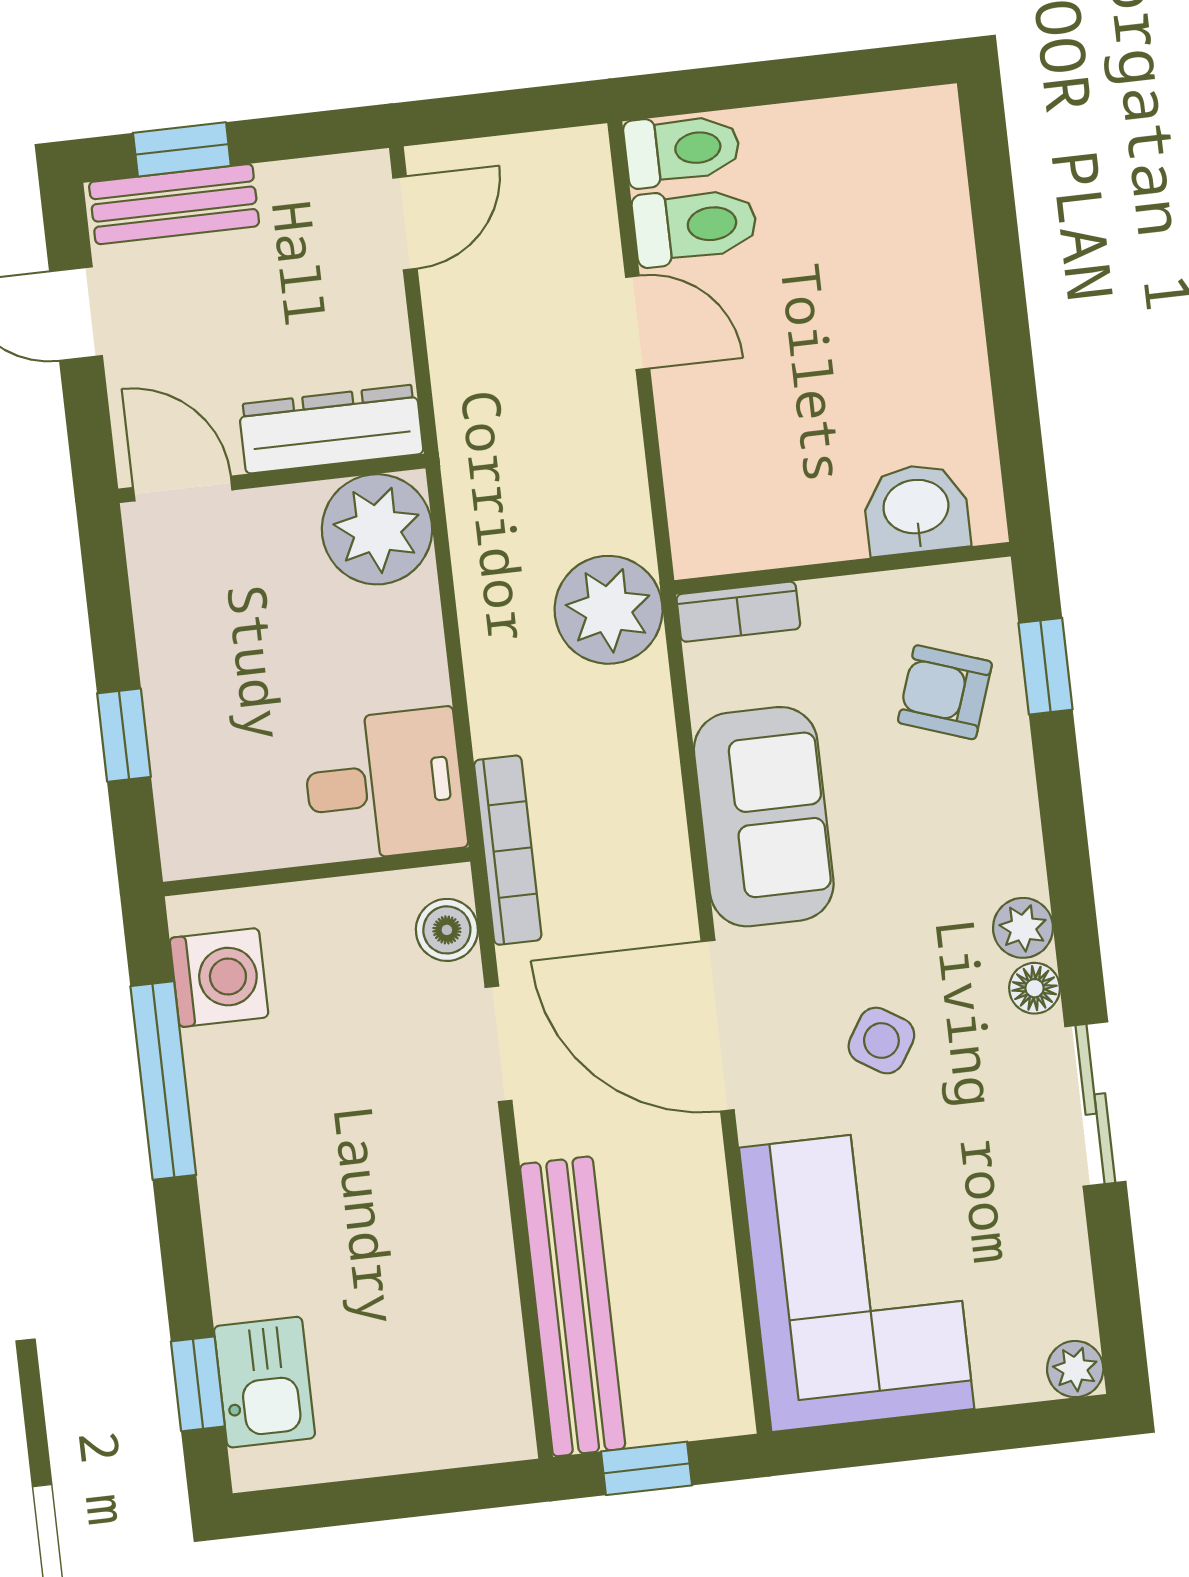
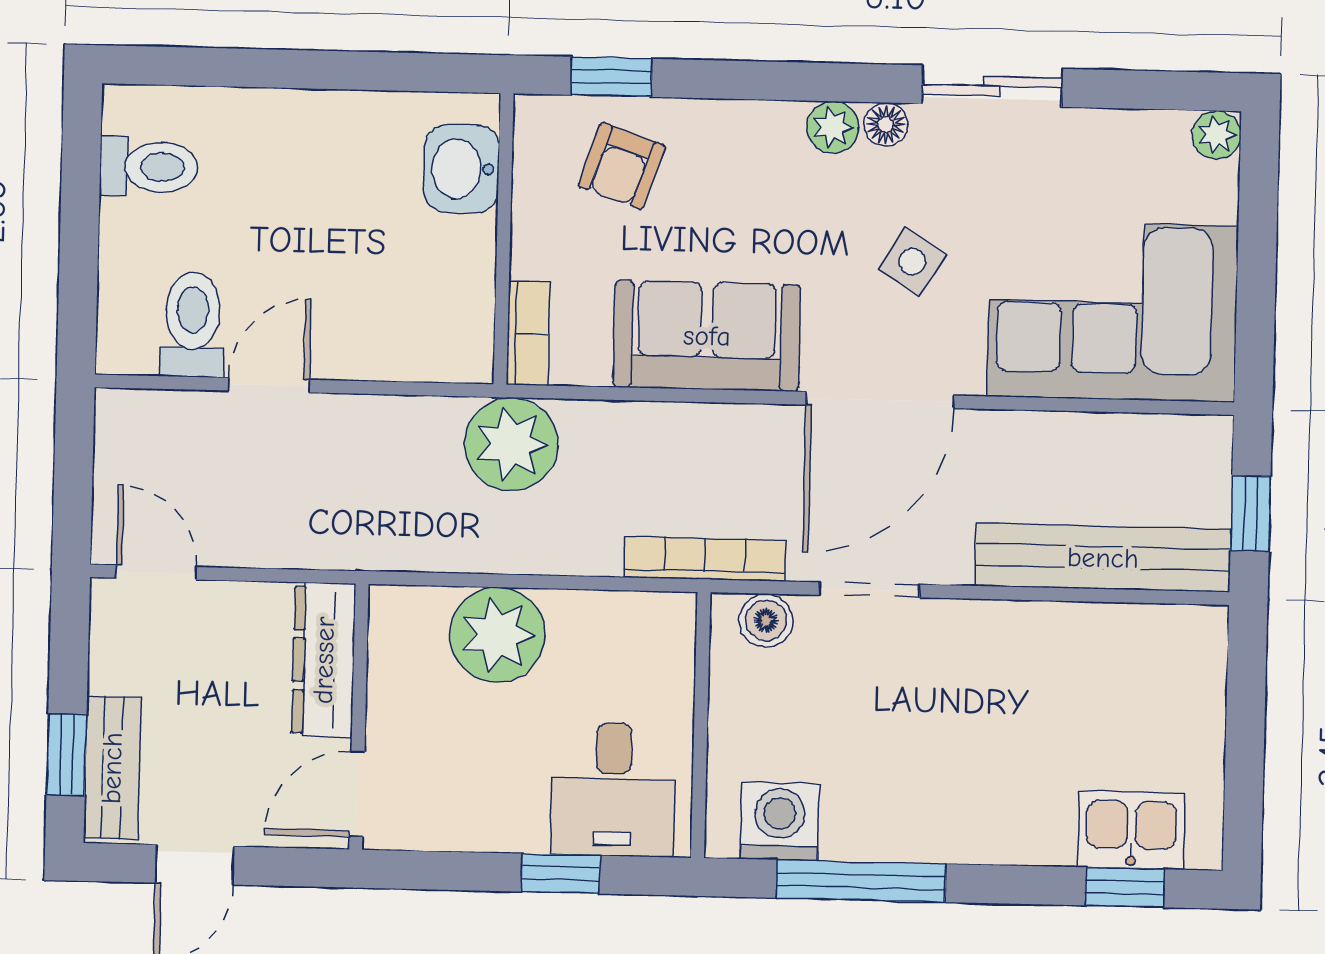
toilet: (682, 149) -> (149, 167), moved, turned 90
plant: (377, 529) -> (497, 635), moved
desk: (384, 785) -> (613, 790), moved, turned 180

